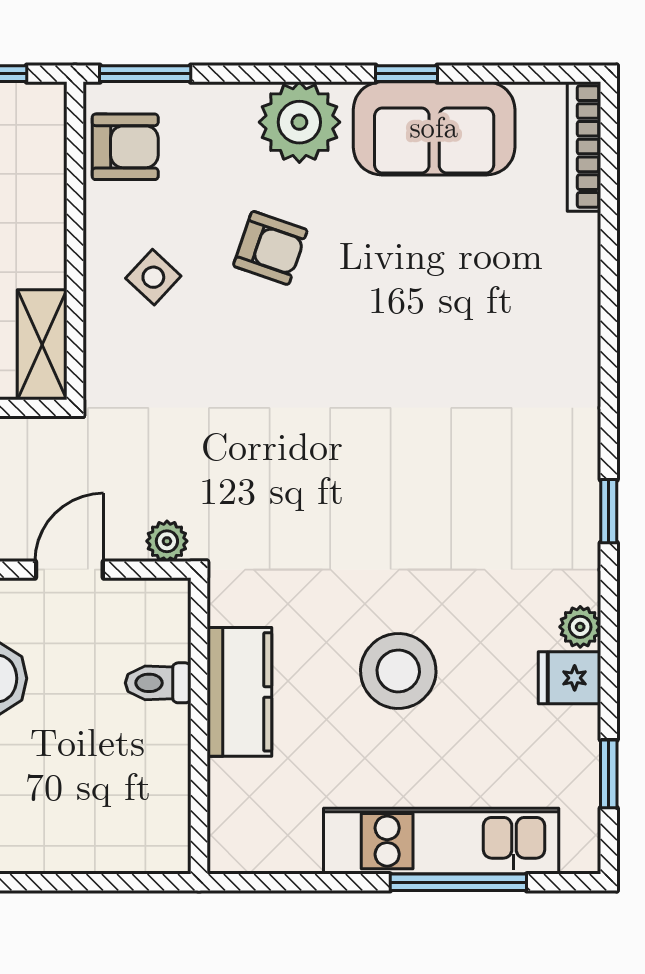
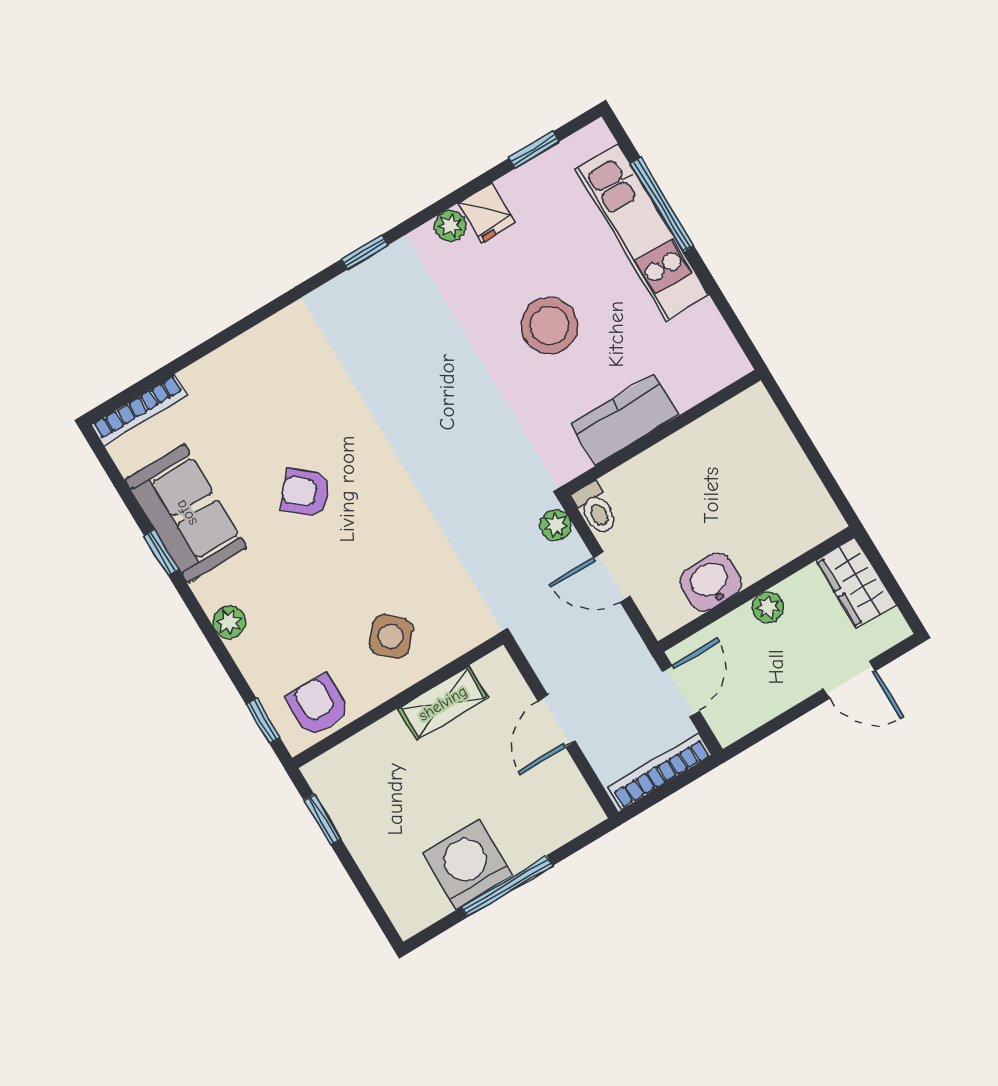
window: (145, 74) -> (263, 721), width x0.67
plant: (299, 122) -> (229, 622), width x0.53, depth x0.53
armchair: (270, 248) -> (306, 492), moved, turned -69
side table: (153, 277) -> (391, 637), width x1.37, depth x1.37
shelving: (42, 345) -> (443, 703), moved
toilet: (158, 683) -> (596, 509), moved

